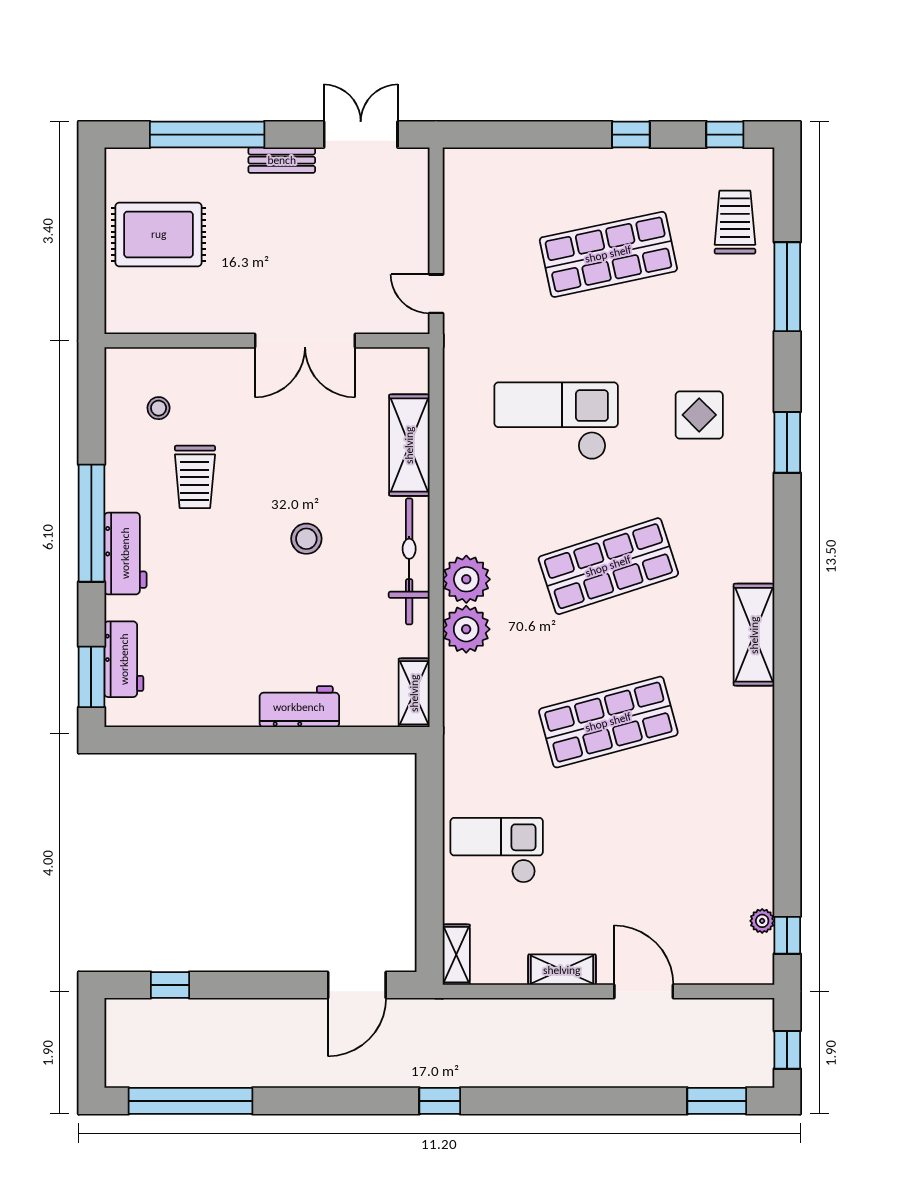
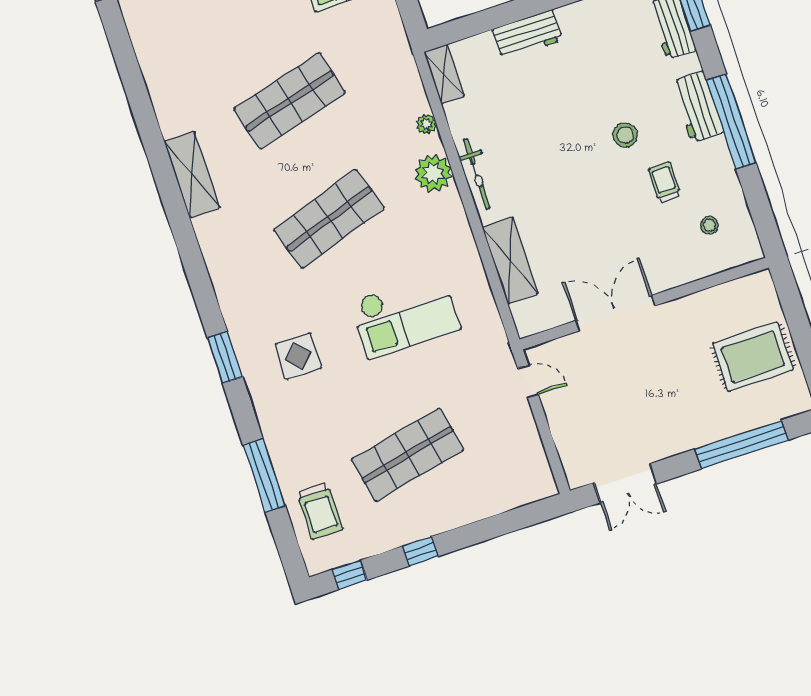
bench: (282, 160) -> (678, 444), removed
trolley: (195, 477) -> (664, 182), width x0.73, depth x0.72
stool: (306, 539) -> (625, 135), moved
bicycle: (409, 561) -> (477, 174), width x0.73, depth x0.71
plant: (466, 629) -> (426, 124), width x0.53, depth x0.53
shelving: (754, 635) -> (192, 175), moved

